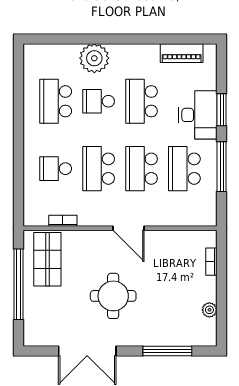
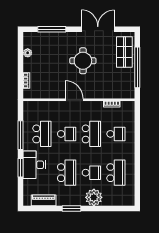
window: (133, 39) -> (71, 208), added
school desk: (142, 169) -> (67, 134), width x0.54
shop shelf: (47, 259) -> (124, 52), moved

